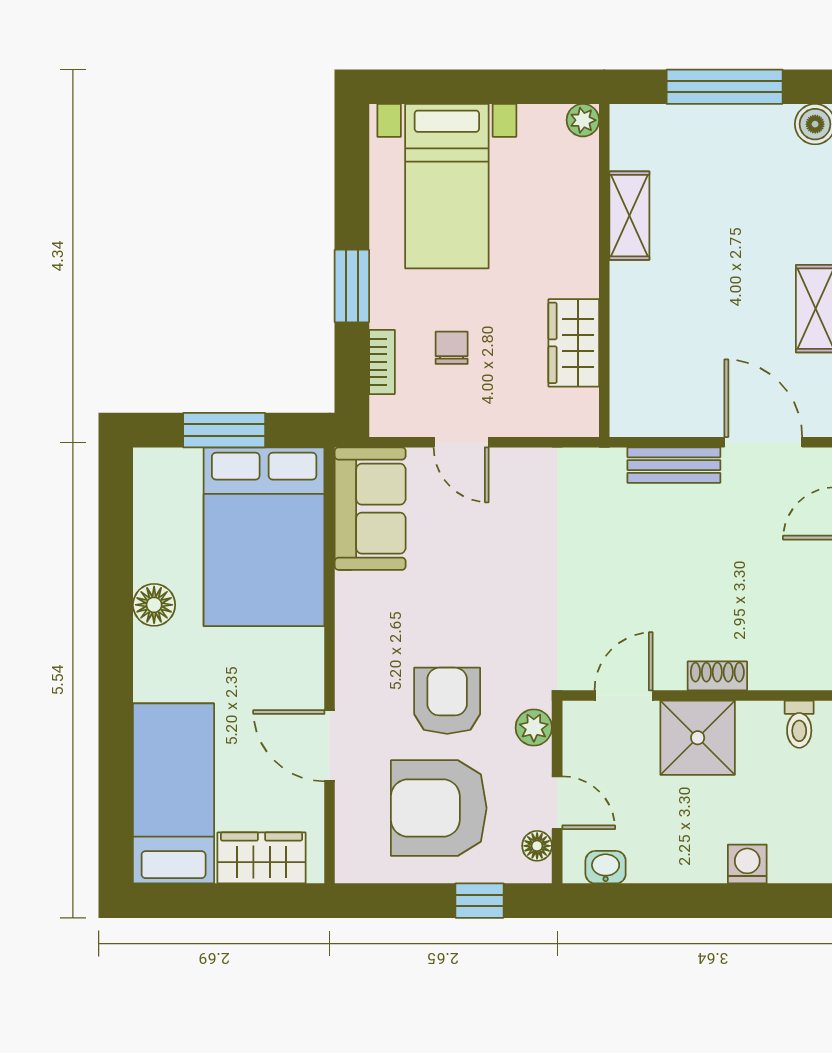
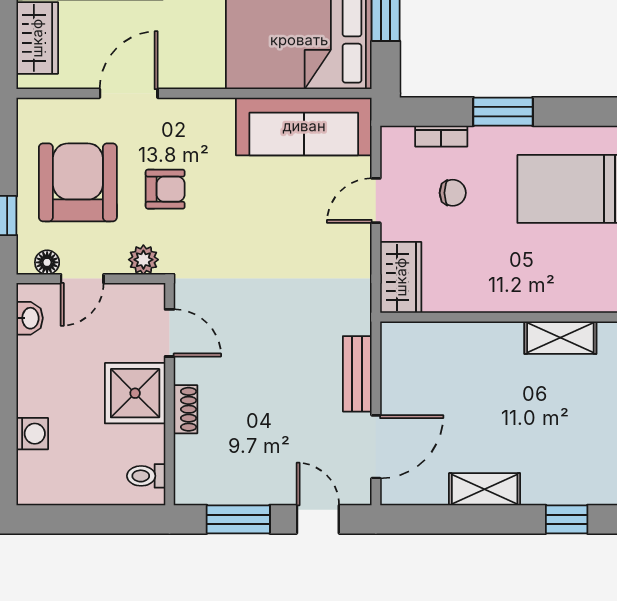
wardrobe: (574, 343) -> (401, 277), moved, turned 90
sofa: (370, 509) -> (304, 126), width x1.36
armchair: (447, 701) -> (165, 189), width x0.72, depth x0.72

